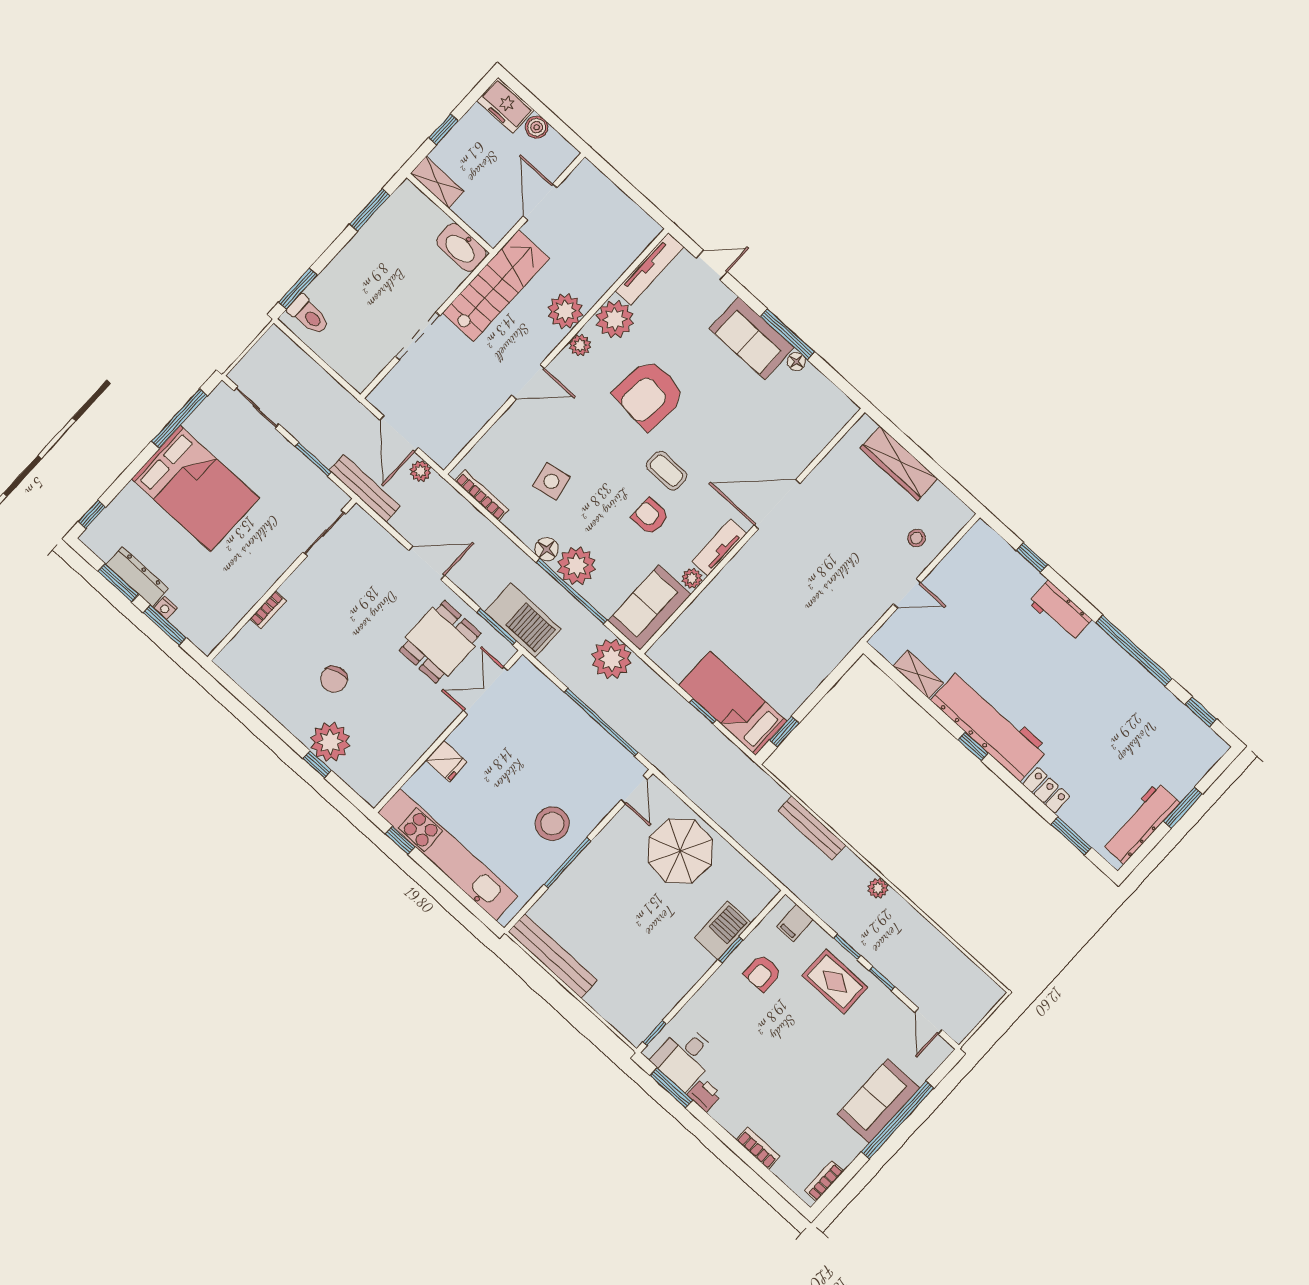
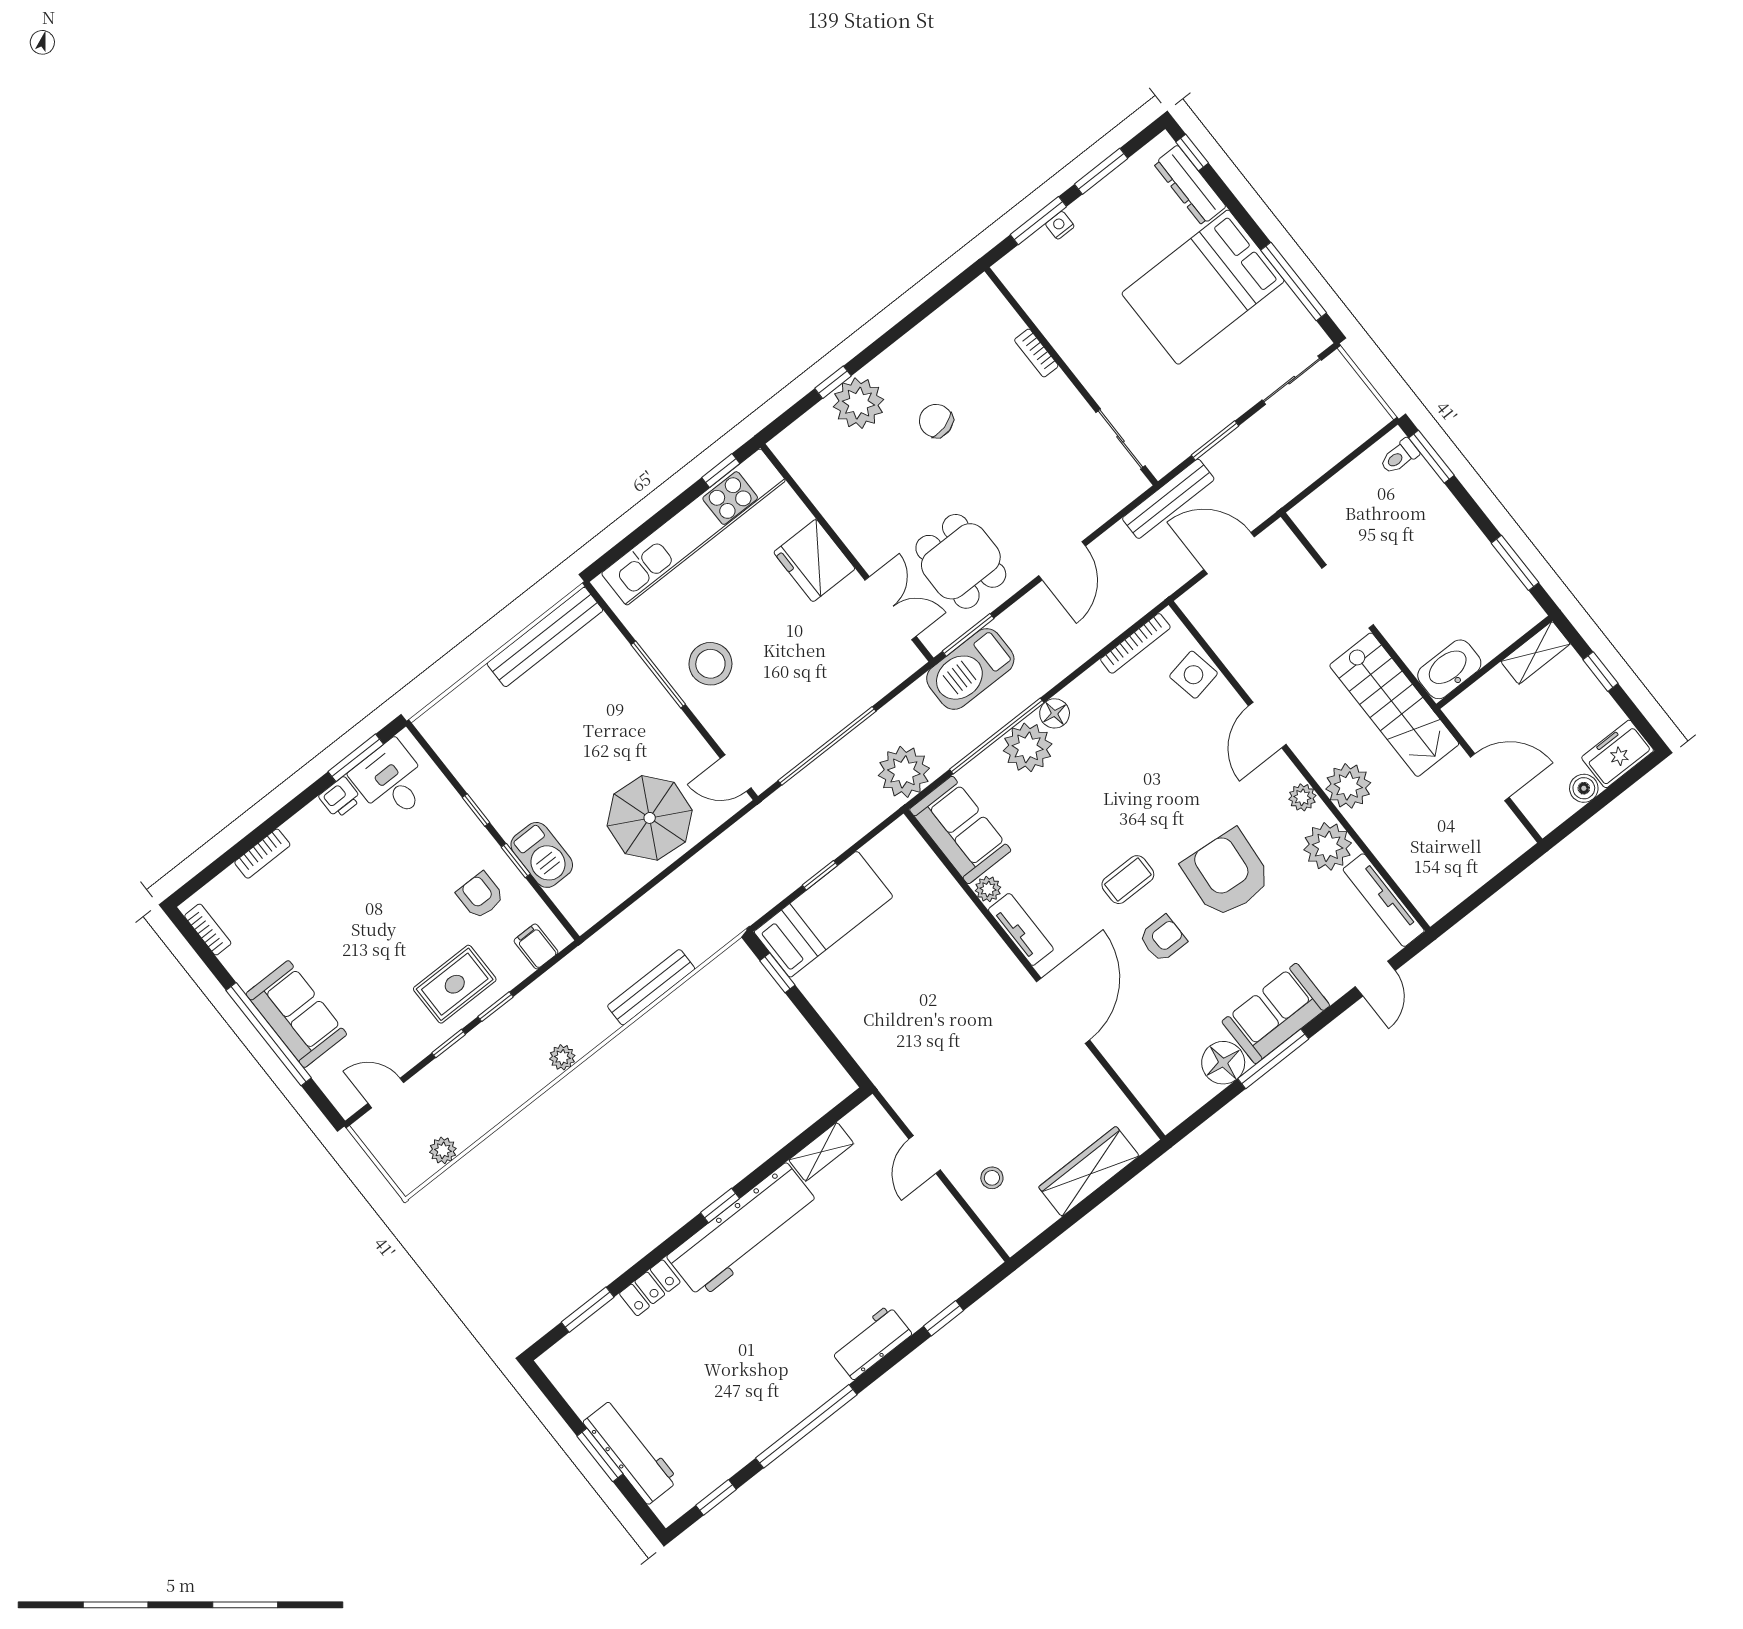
toilet: (309, 315) -> (1399, 457), width x0.73, depth x0.72
floor lamp: (796, 361) -> (1223, 1063), width x1.89, depth x1.89
plant: (420, 471) -> (443, 1150), moved
side table: (551, 481) -> (1193, 675), moved
armchair: (650, 516) -> (1163, 939), moved
dresser: (137, 577) -> (1190, 185), moved, turned 90
fridge: (446, 761) -> (814, 561), width x1.88, depth x1.34
workbench: (1140, 823) -> (631, 1451), moved
window: (655, 1033) -> (476, 810), moved

